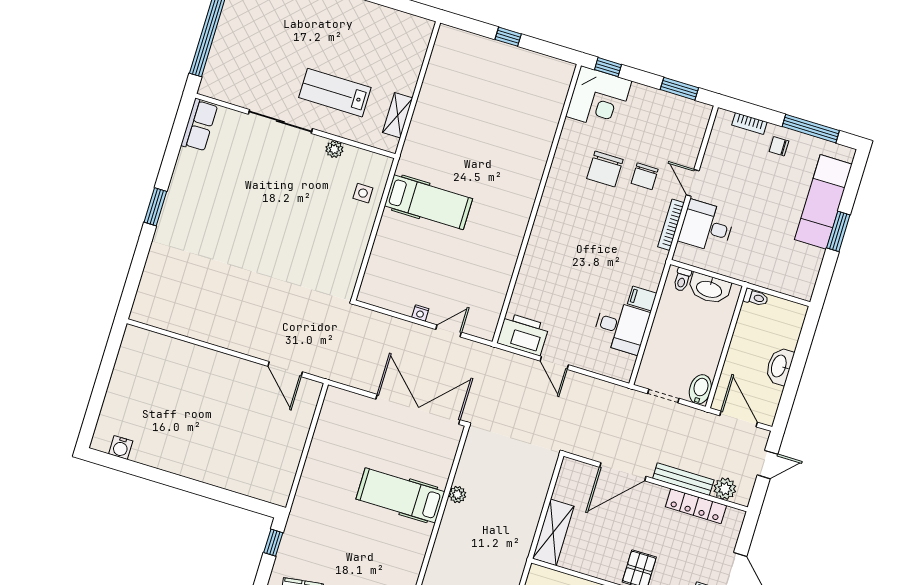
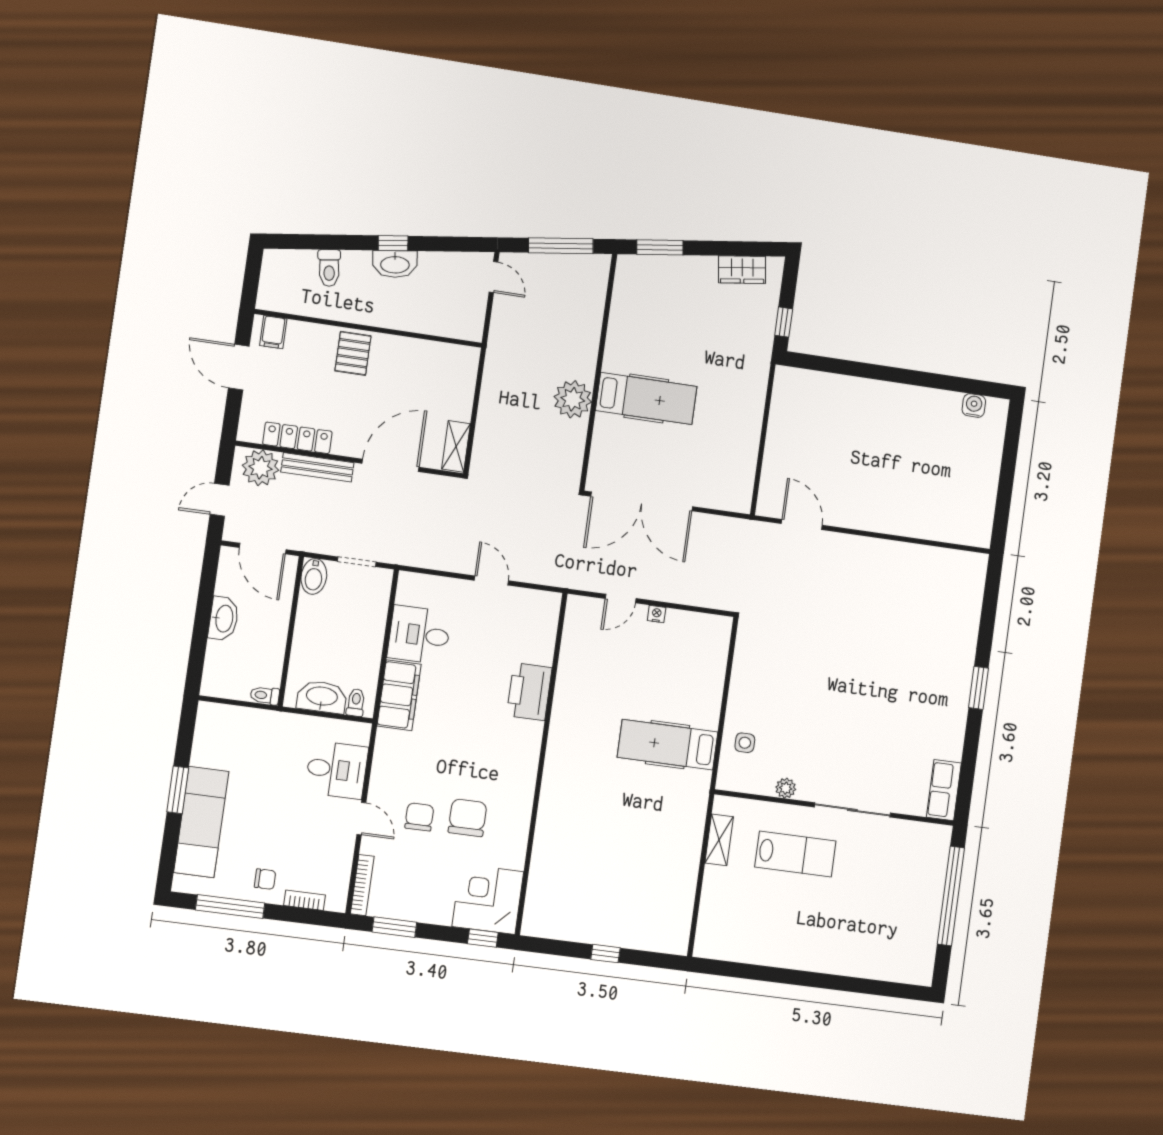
bookcase: (671, 225) -> (362, 885), moved
filing cabinet: (642, 298) -> (399, 695), width x3.00, depth x1.17
printer: (523, 334) -> (529, 692), moved, turned 90
plant: (725, 489) -> (260, 468), width x1.36, depth x1.36
plant: (457, 495) -> (573, 399), width x1.88, depth x1.88
shelving: (553, 532) -> (456, 446), moved, width x0.67, depth x0.75

